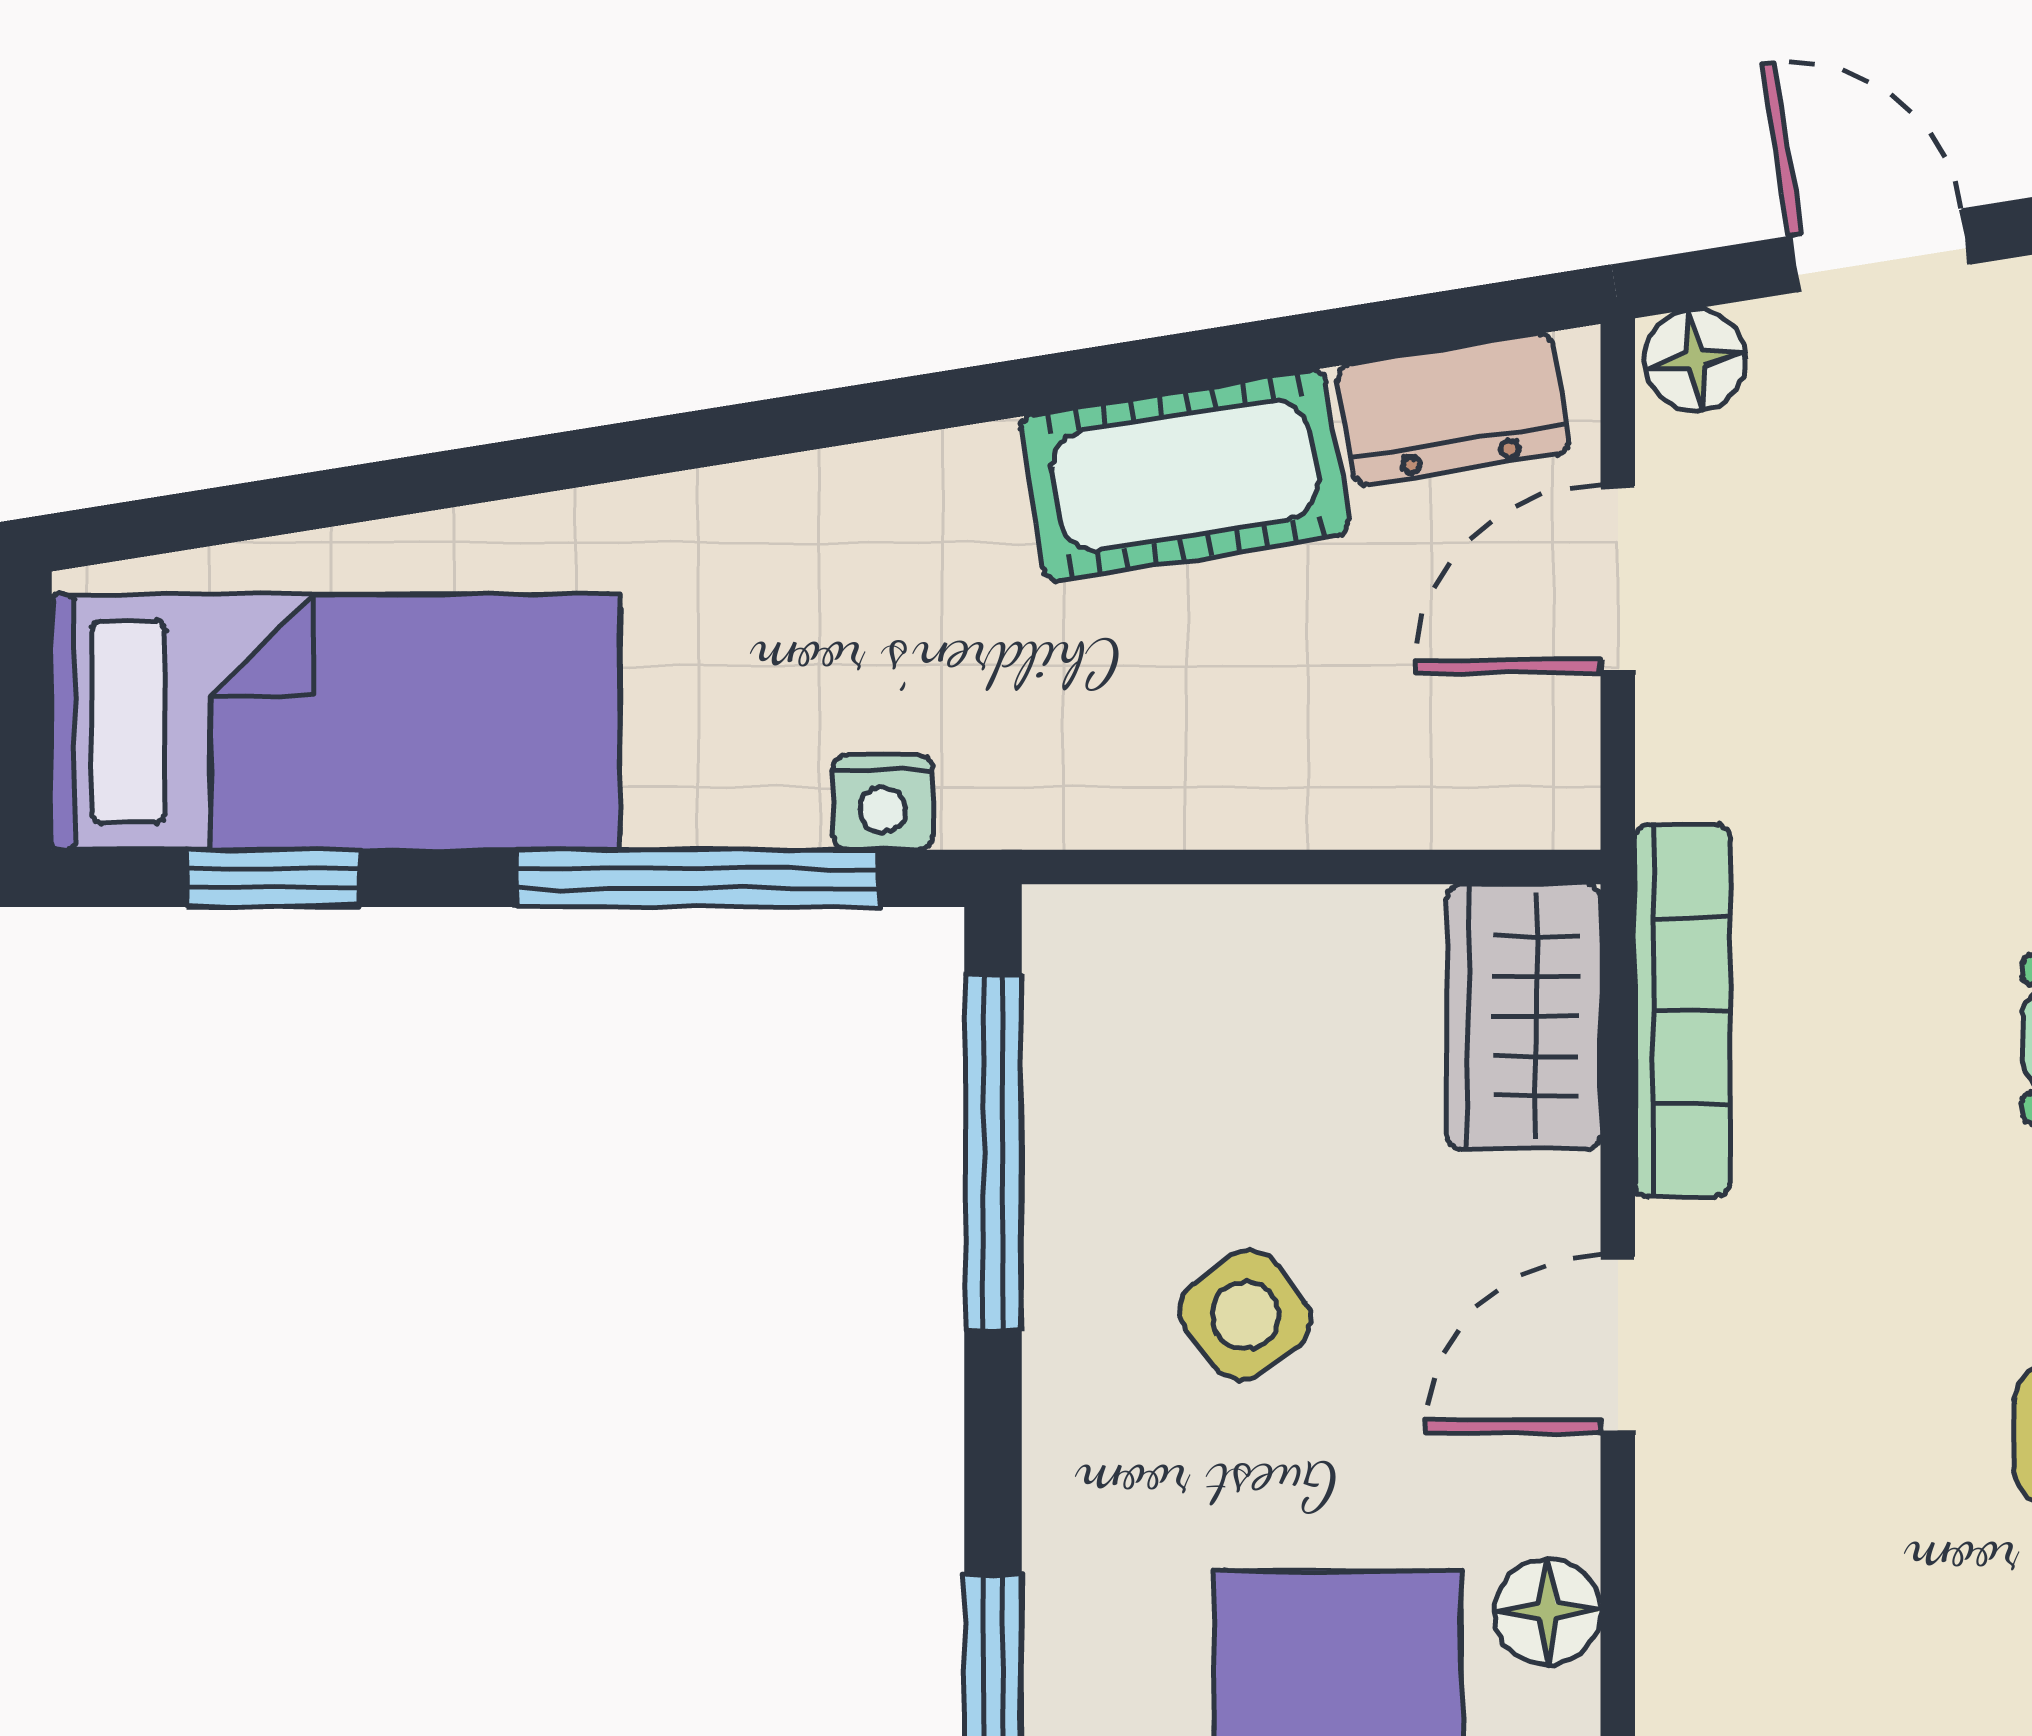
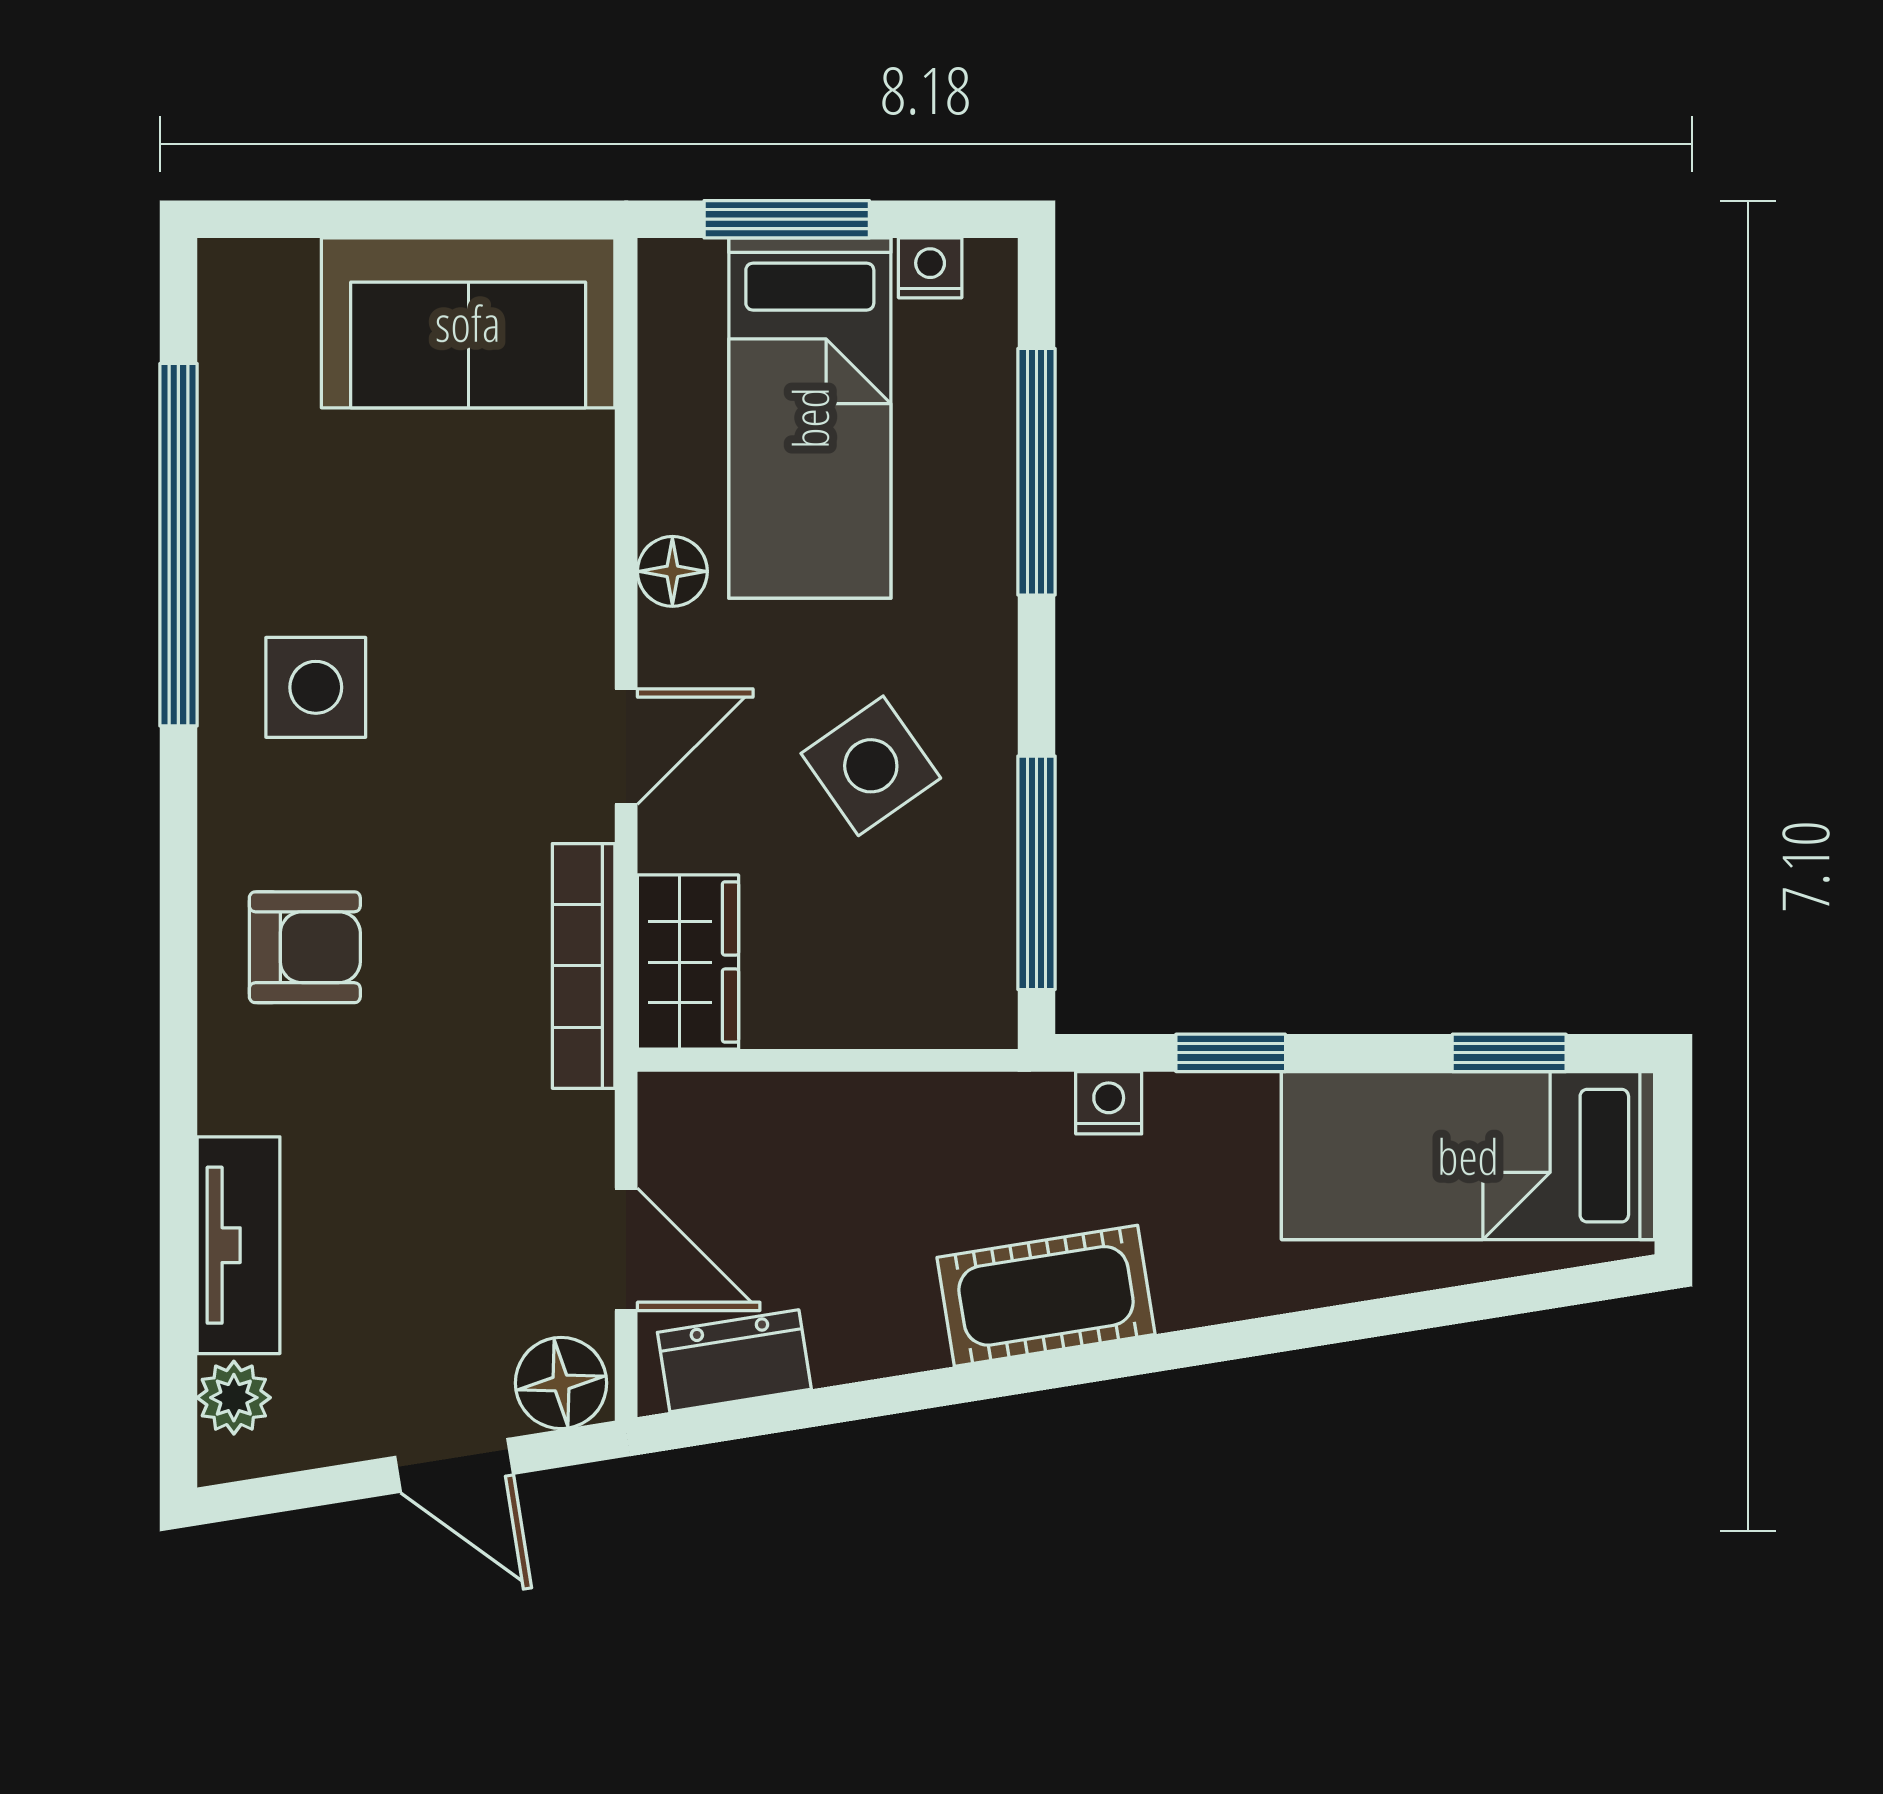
floor lamp: (1695, 360) -> (561, 1383), width x1.37, depth x1.37
cot: (1185, 475) -> (1046, 1296), moved
door: (1618, 579) -> (626, 1249), hinge flipped
window: (697, 878) -> (1231, 1053), width x0.46
side table: (1245, 1315) -> (871, 766), width x1.37, depth x1.37

